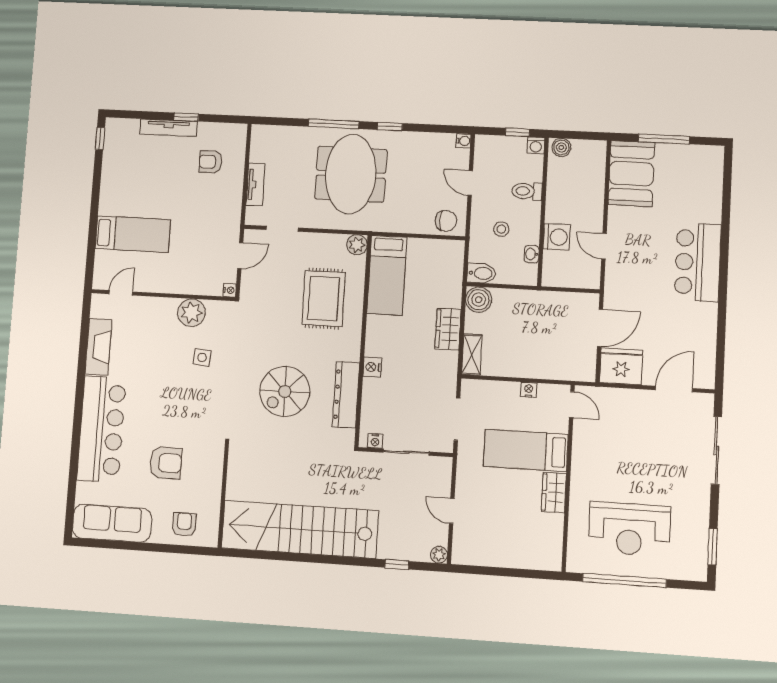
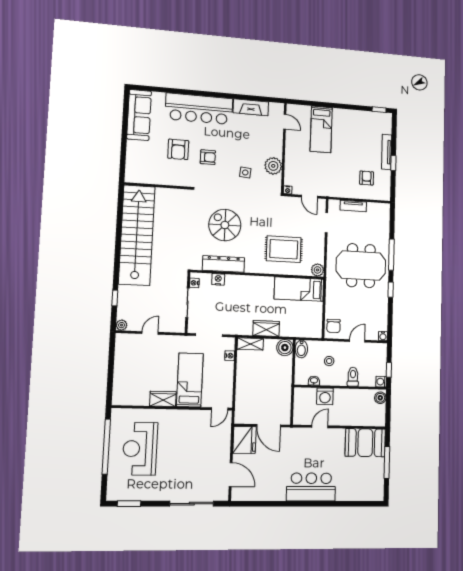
nightstand: (372, 367) -> (218, 279), moved
nightstand: (529, 390) -> (230, 356), moved
armchair: (184, 524) -> (208, 157), moved

